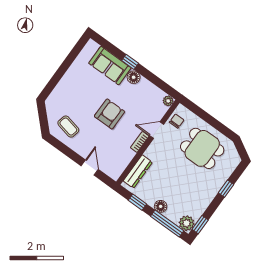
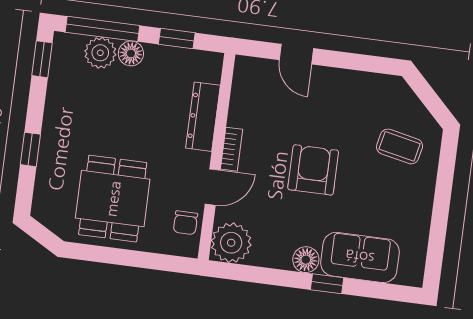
plant: (168, 101) -> (231, 243), width x1.88, depth x1.88
armchair: (110, 114) -> (313, 170), turned 180
coffee table: (68, 127) -> (400, 146), moved
dining table: (202, 148) -> (113, 199), turned 90
dresser: (138, 172) -> (203, 117), moved
plant: (187, 223) -> (100, 53), moved

